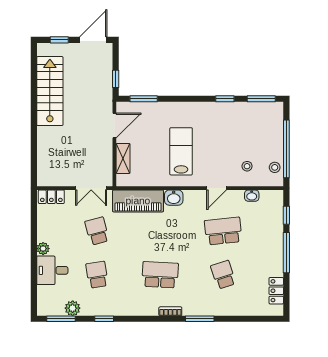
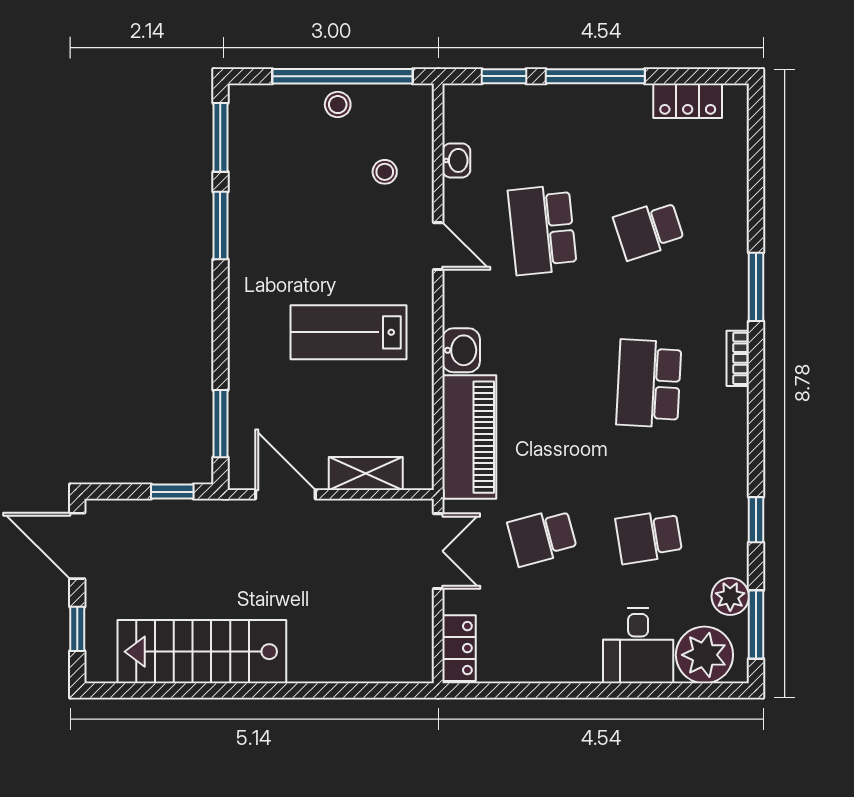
window: (225, 99) -> (220, 226), width x1.50
stool: (275, 167) -> (338, 105), moved
plant: (43, 249) -> (704, 655), moved, width x1.88, depth x1.88

